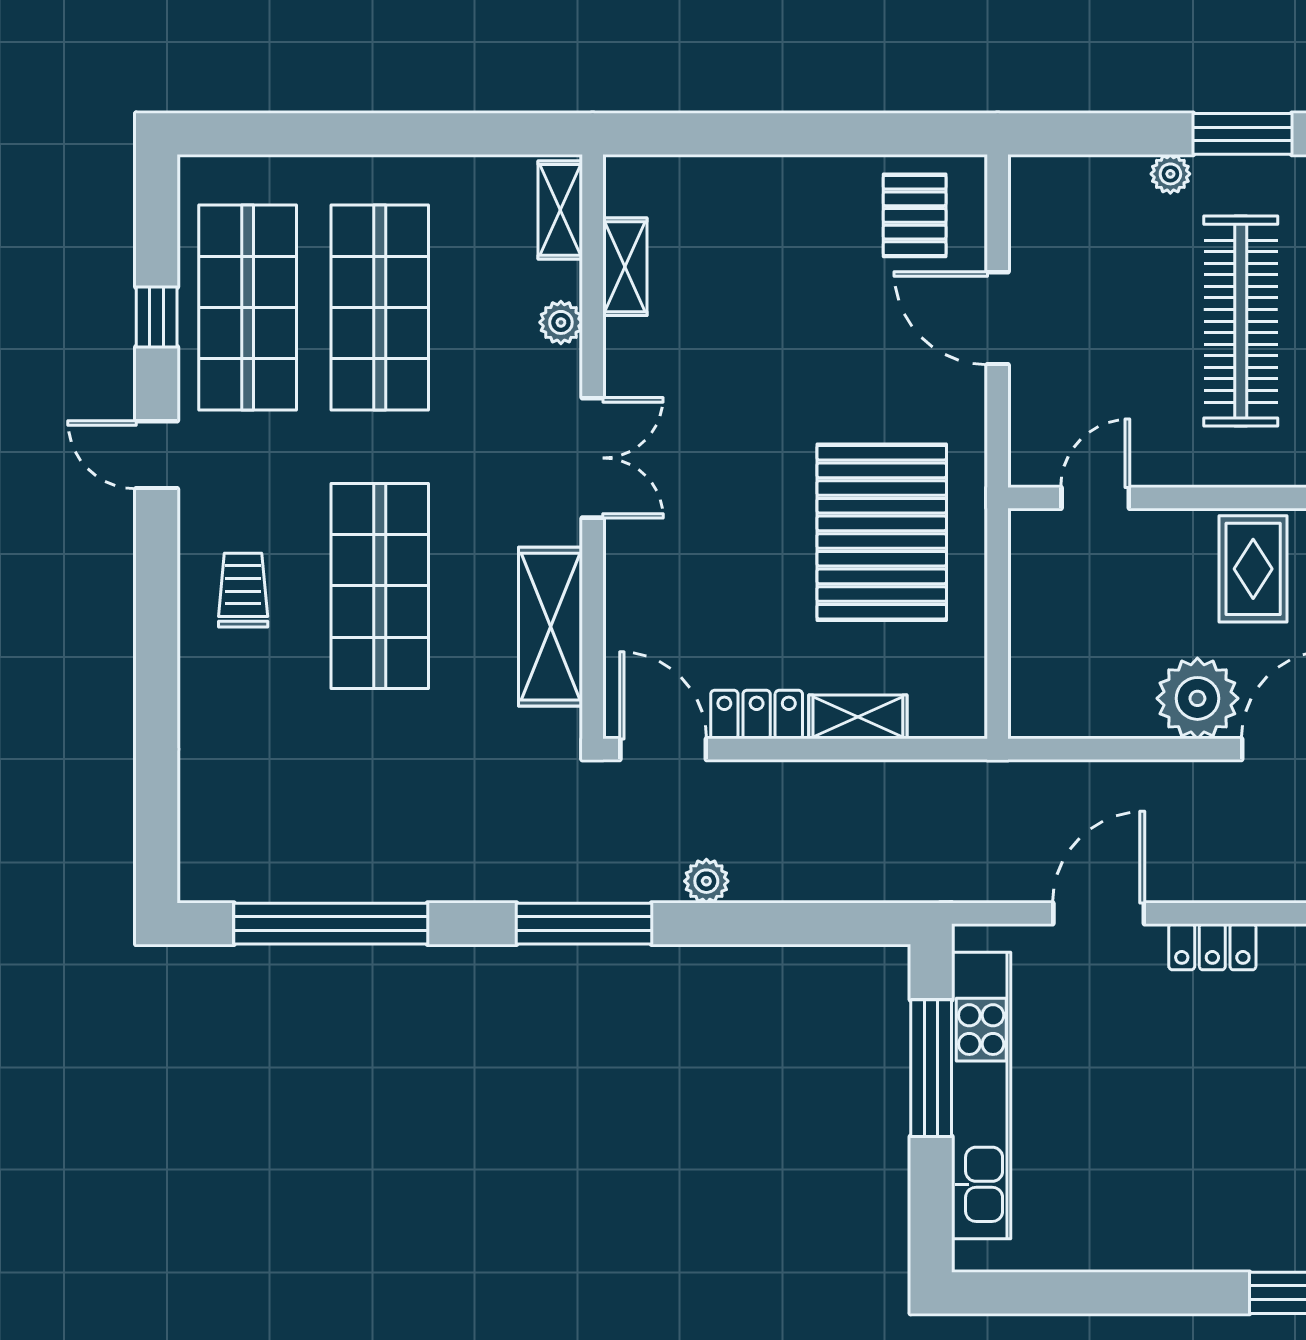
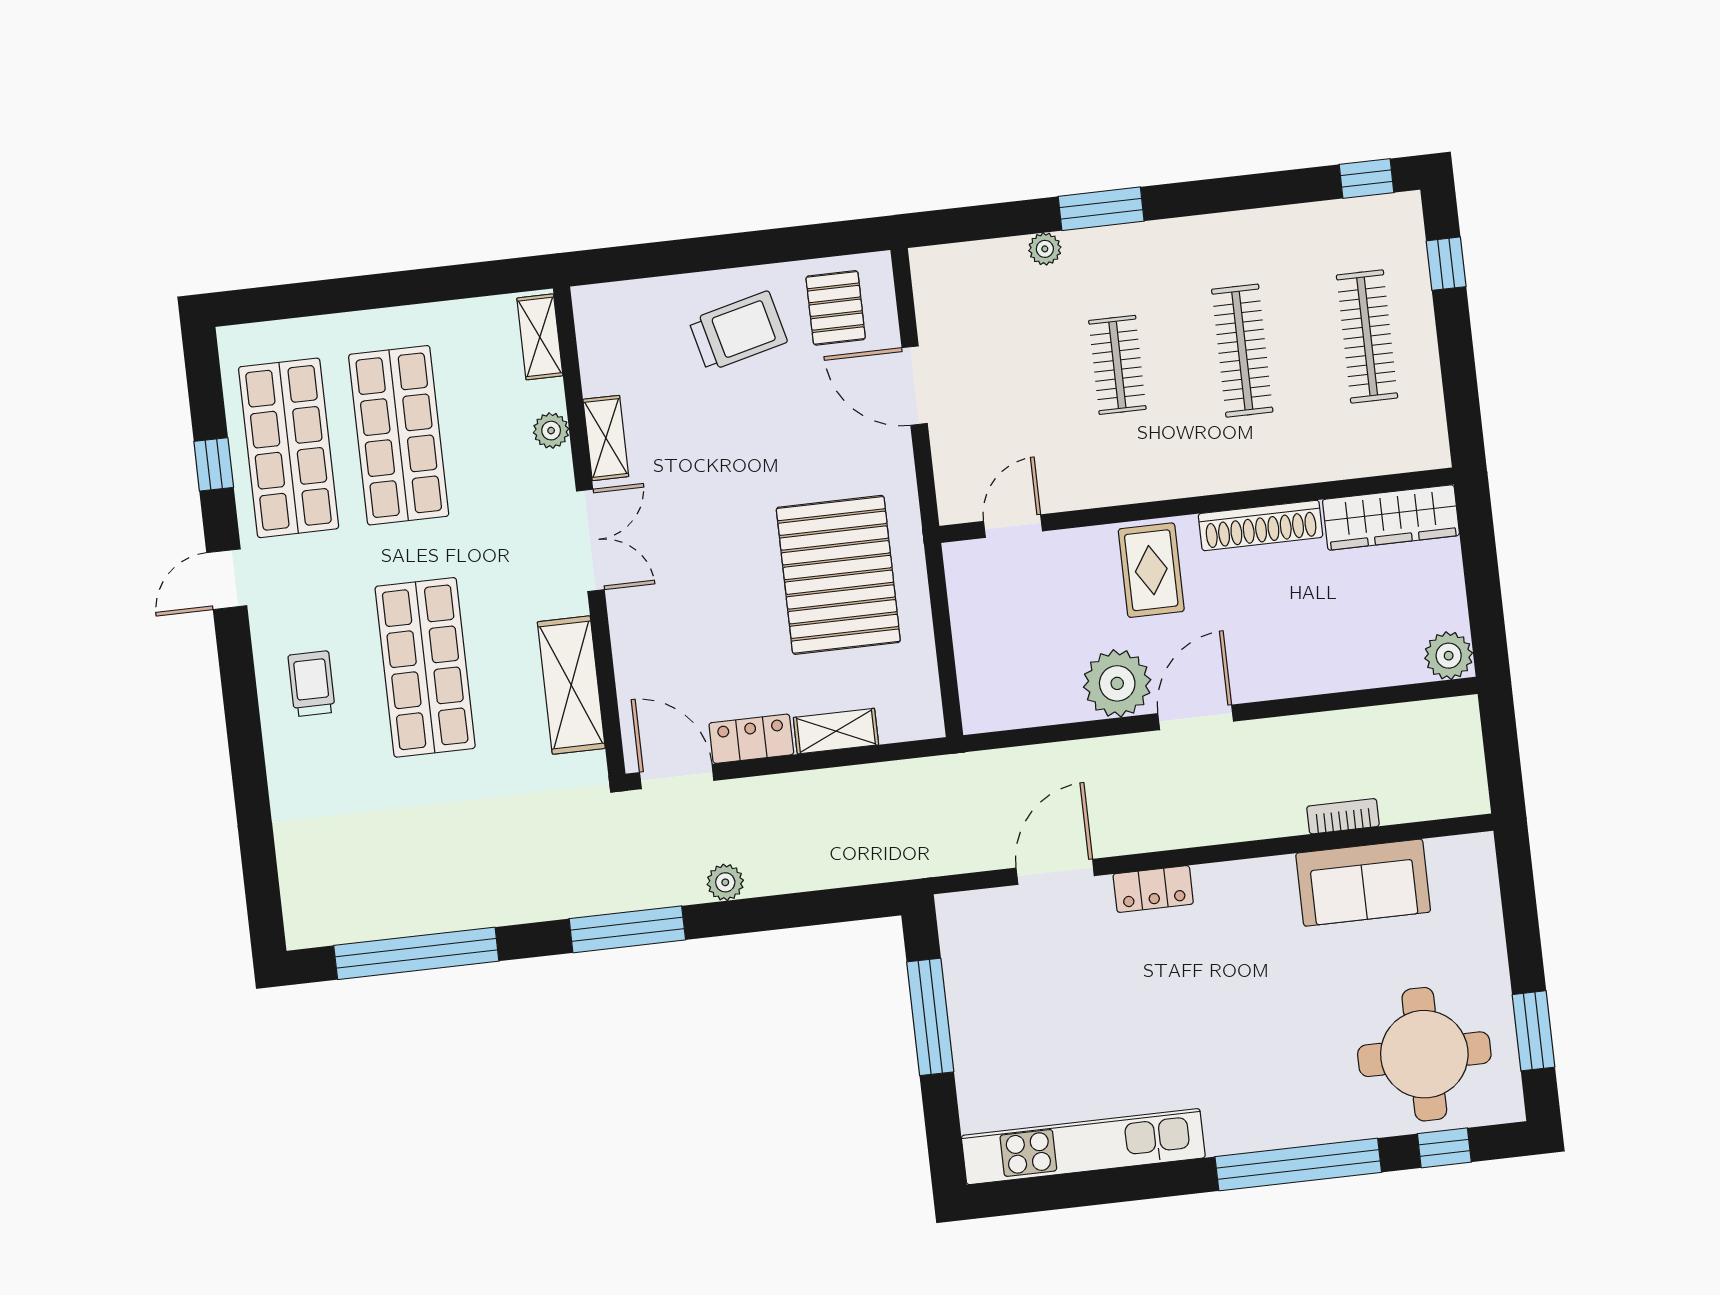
trolley: (796, 230) -> (738, 331), added
shelving: (625, 267) -> (606, 438), moved
clothes rail: (1241, 321) -> (1117, 365), width x0.54, depth x0.76
door: (157, 455) -> (227, 579), hinge flipped
kitchen unit: (981, 1096) -> (1083, 1147), moved, turned -90

